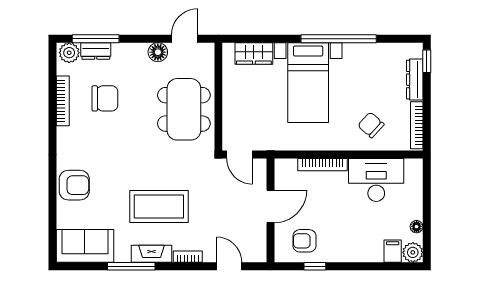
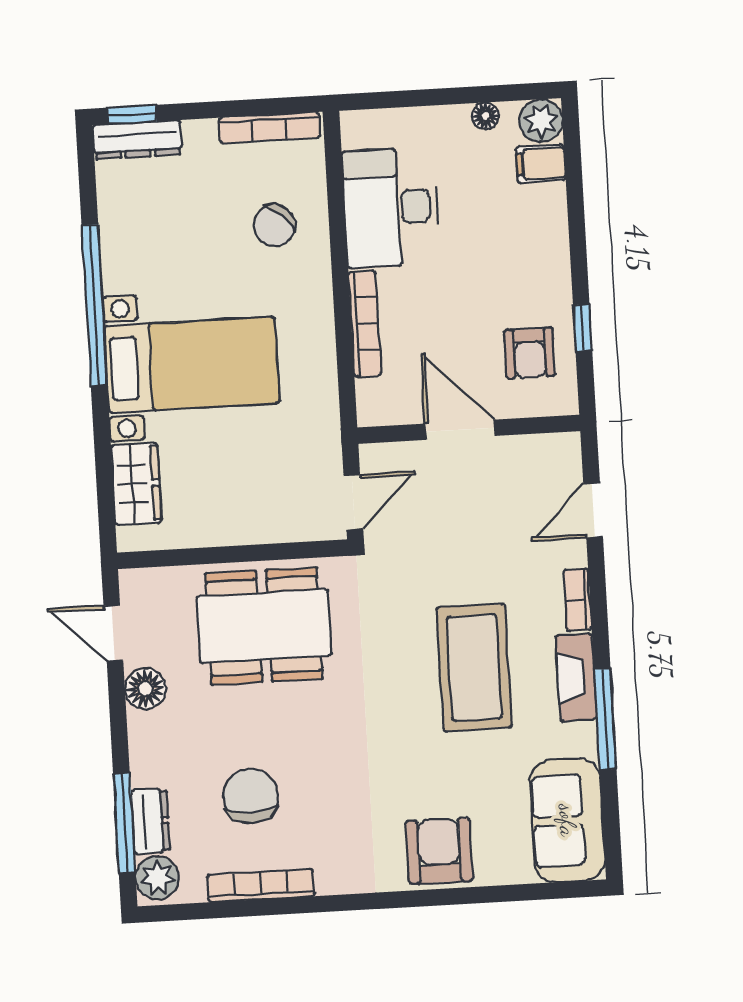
dresser: (415, 80) -> (137, 140), moved

